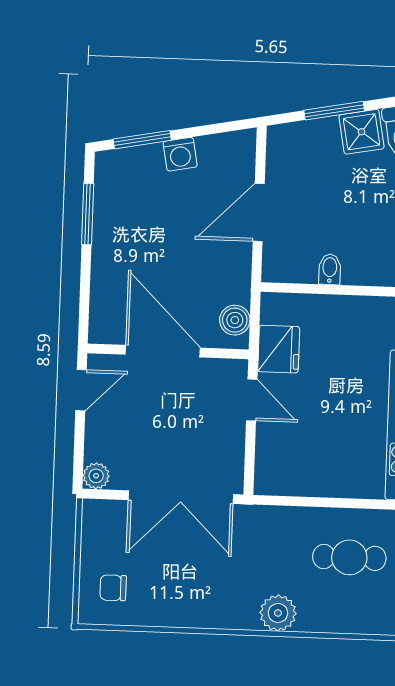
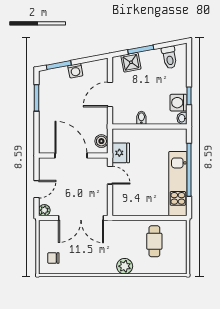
shower: (362, 132) -> (131, 62), moved
door: (81, 390) -> (36, 189), moved
cafe table: (349, 557) -> (154, 241), turned 90

